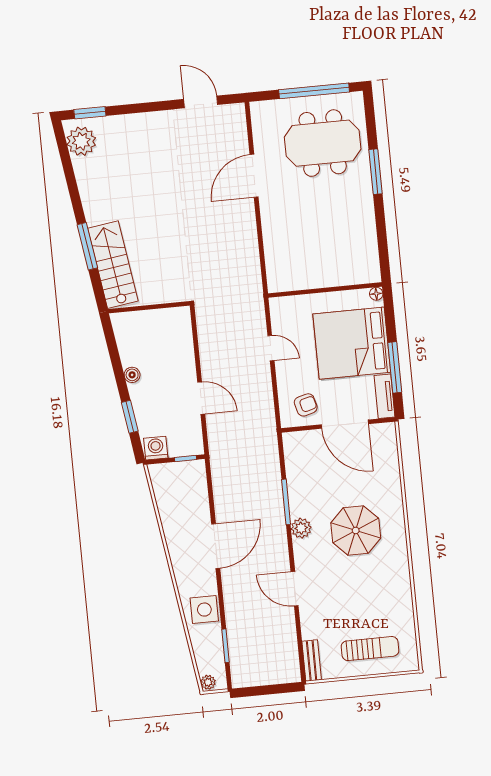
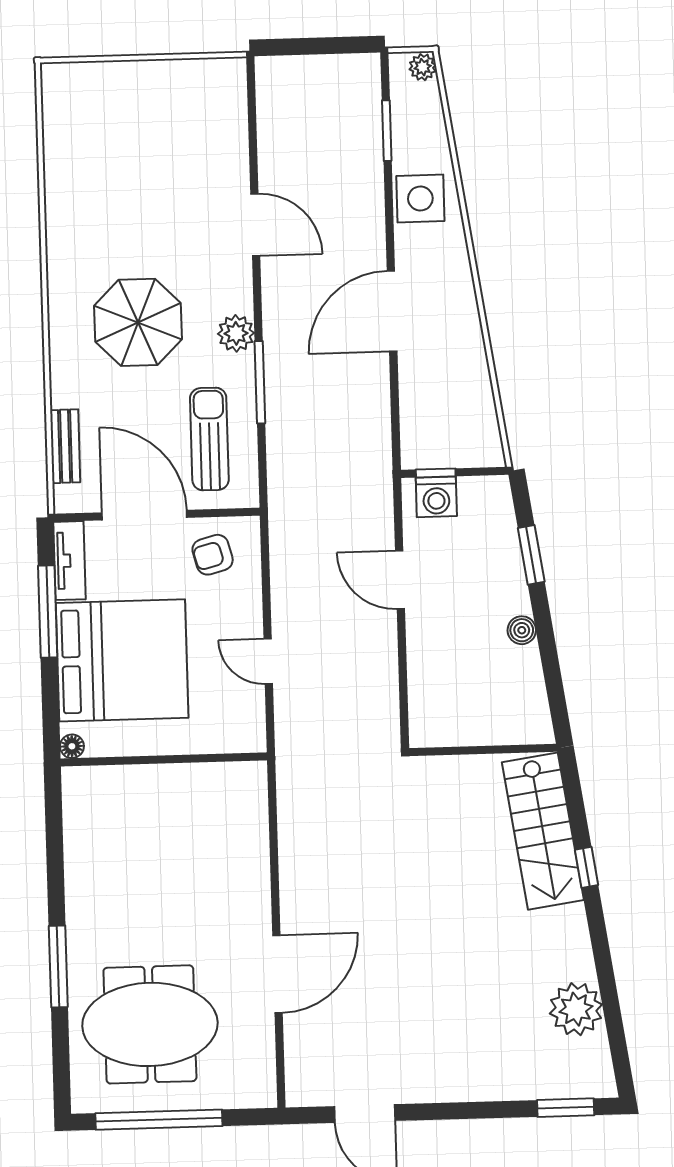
plant: (81, 141) -> (576, 1009), moved
window: (87, 246) -> (587, 867), width x0.46
washing machine: (156, 448) -> (436, 497), moved
sun lounger: (370, 649) -> (209, 439), moved, turned 90
bench: (312, 661) -> (65, 446), moved

